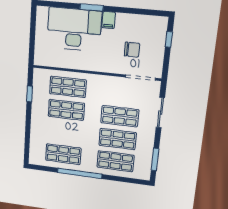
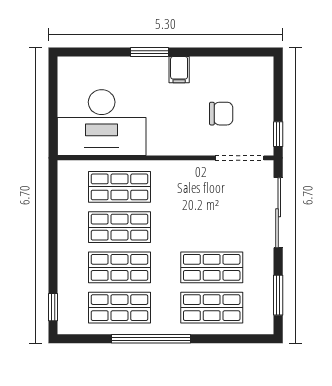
desk: (74, 29) -> (102, 123), moved, turned 180
window: (169, 39) -> (278, 134), moved
window: (30, 94) -> (53, 307), moved
sliding door: (160, 113) -> (278, 213), width x1.37
shop shelf: (120, 116) -> (119, 267), moved

